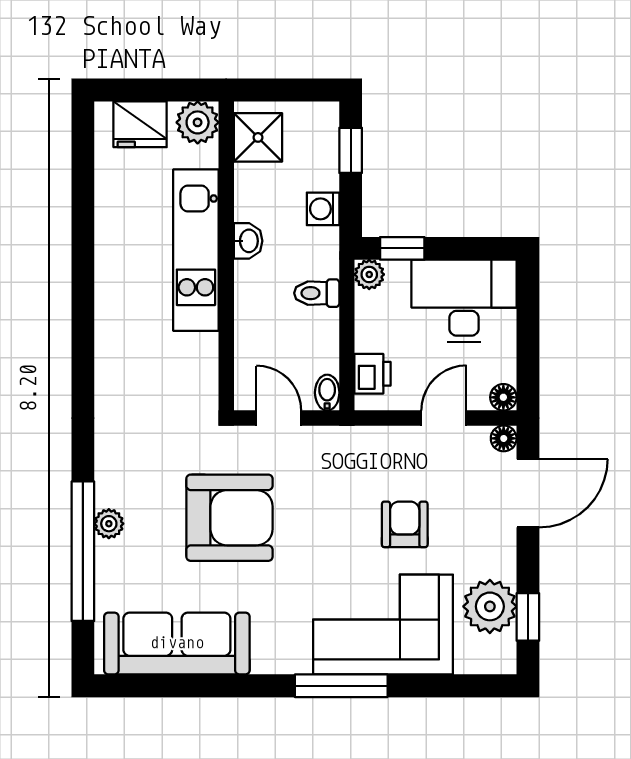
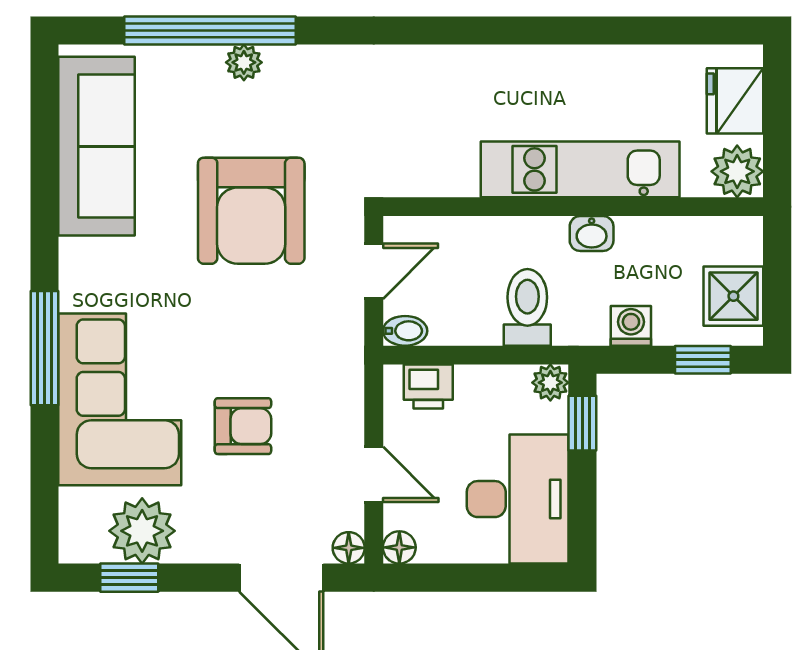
shower: (258, 137) -> (733, 296), moved
toilet: (317, 293) -> (527, 307), width x1.37, depth x1.39

